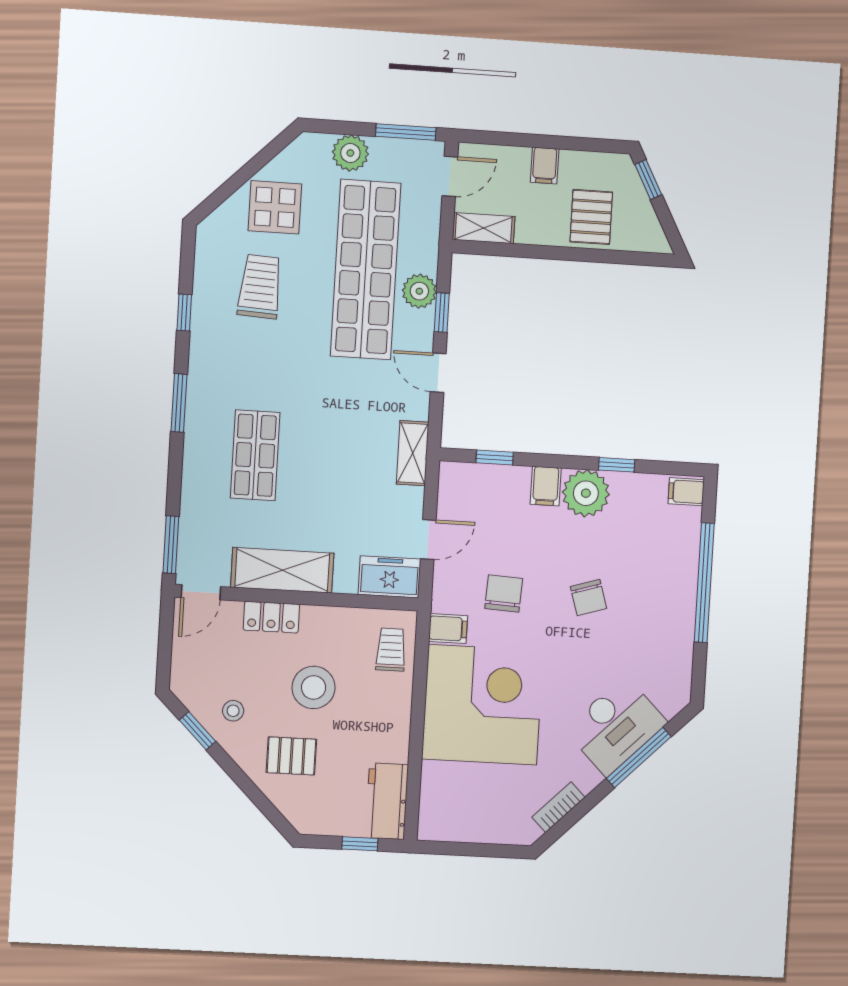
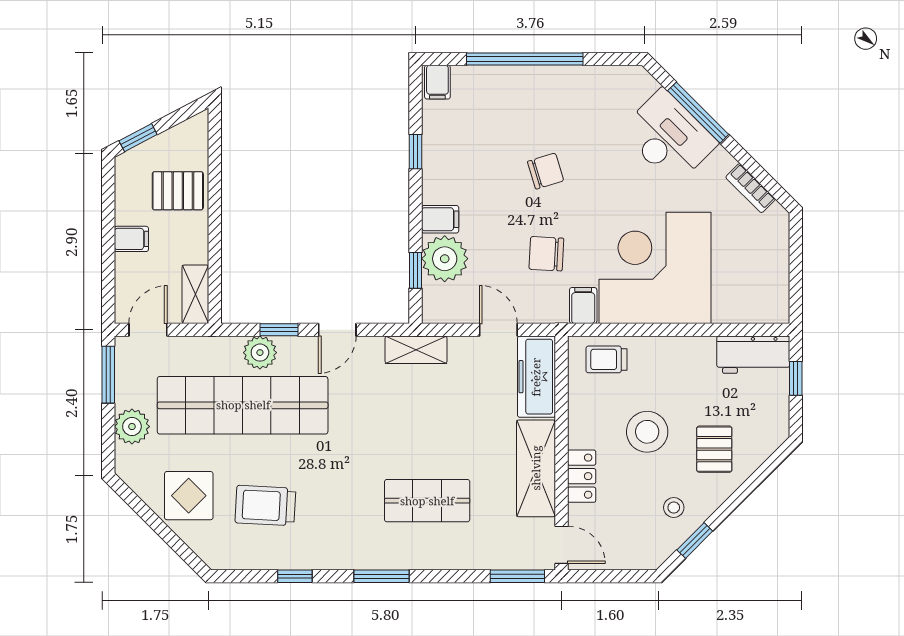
door: (450, 176) -> (148, 330), hinge flipped
plant: (586, 493) -> (445, 259), moved
freezer: (389, 577) -> (536, 377), width x1.40

